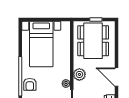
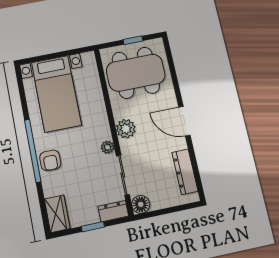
dining table: (93, 41) -> (136, 73), turned 90

